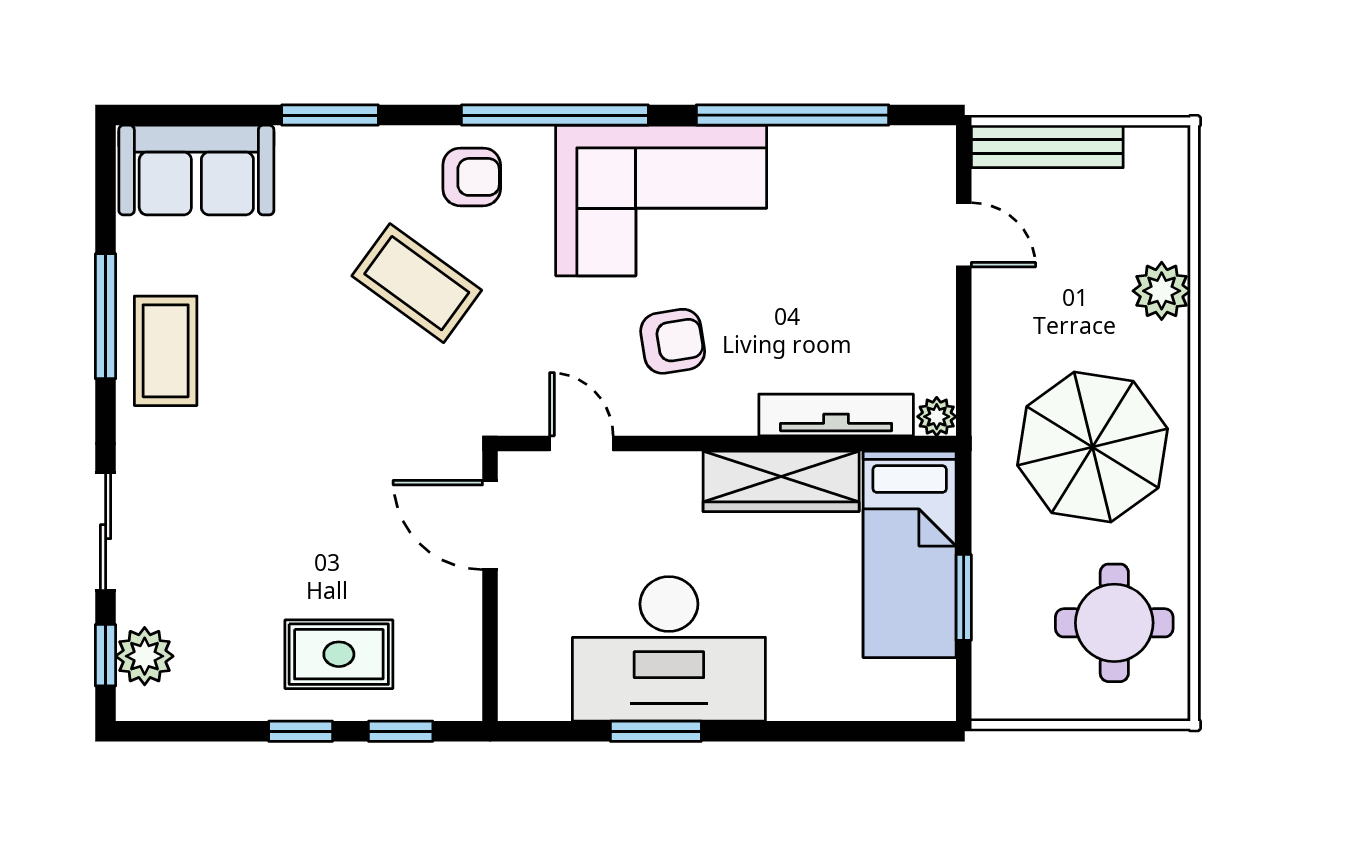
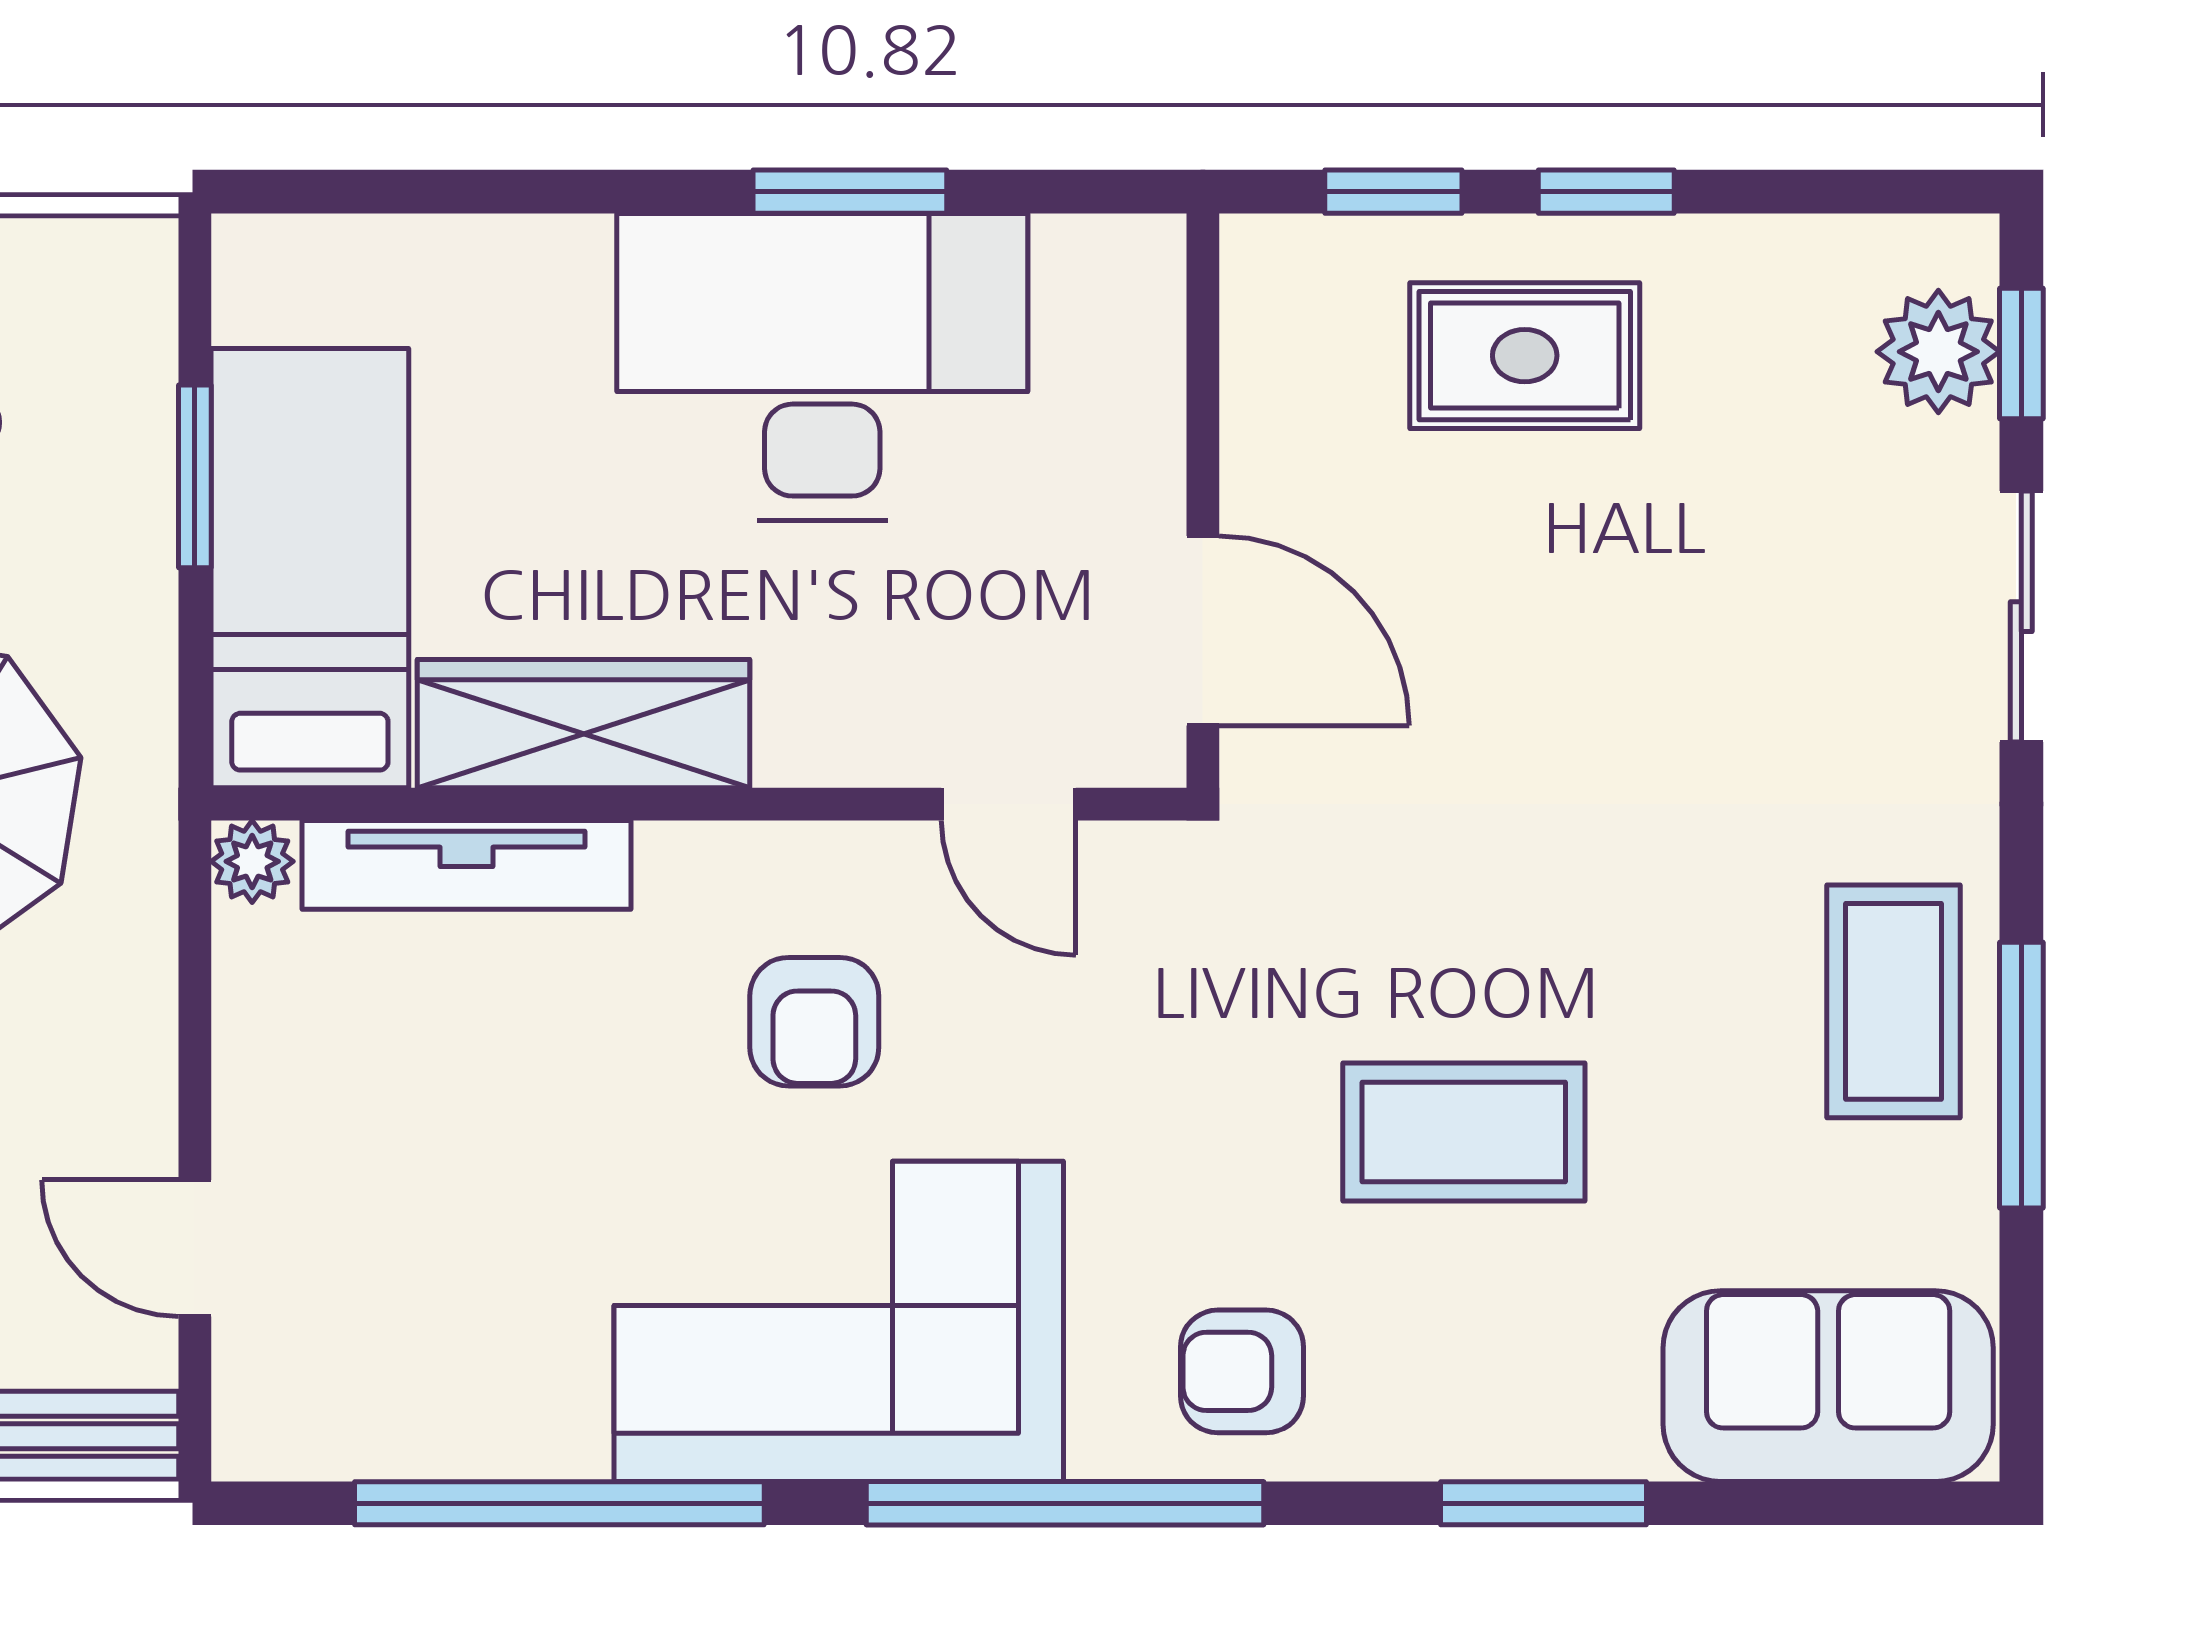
coffee table: (417, 283) -> (1464, 1132), moved, turned -36
armchair: (673, 341) -> (814, 1022), turned -81

